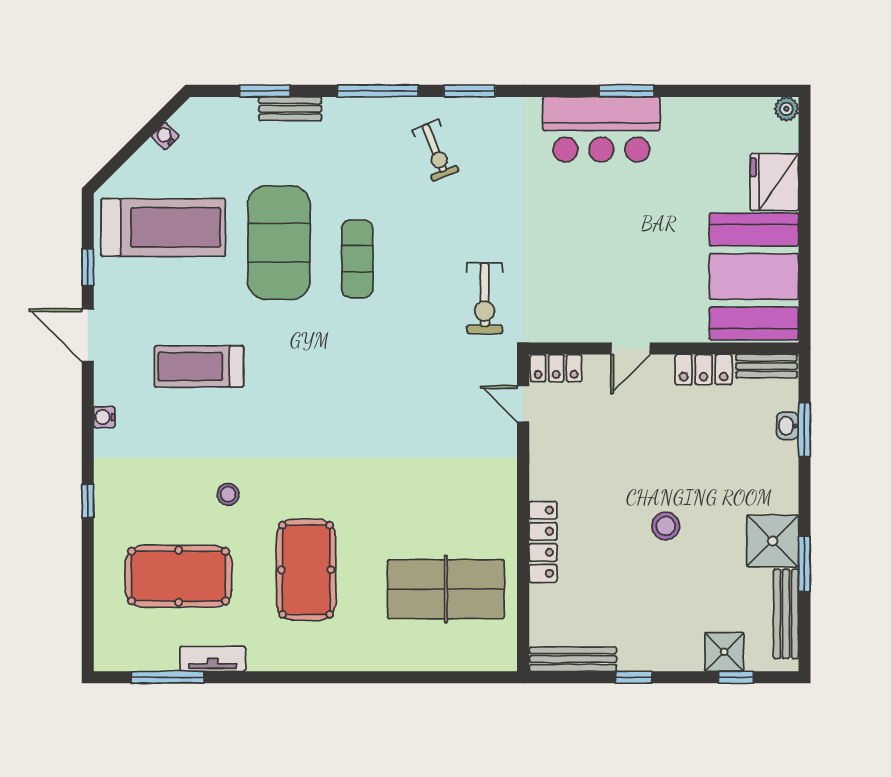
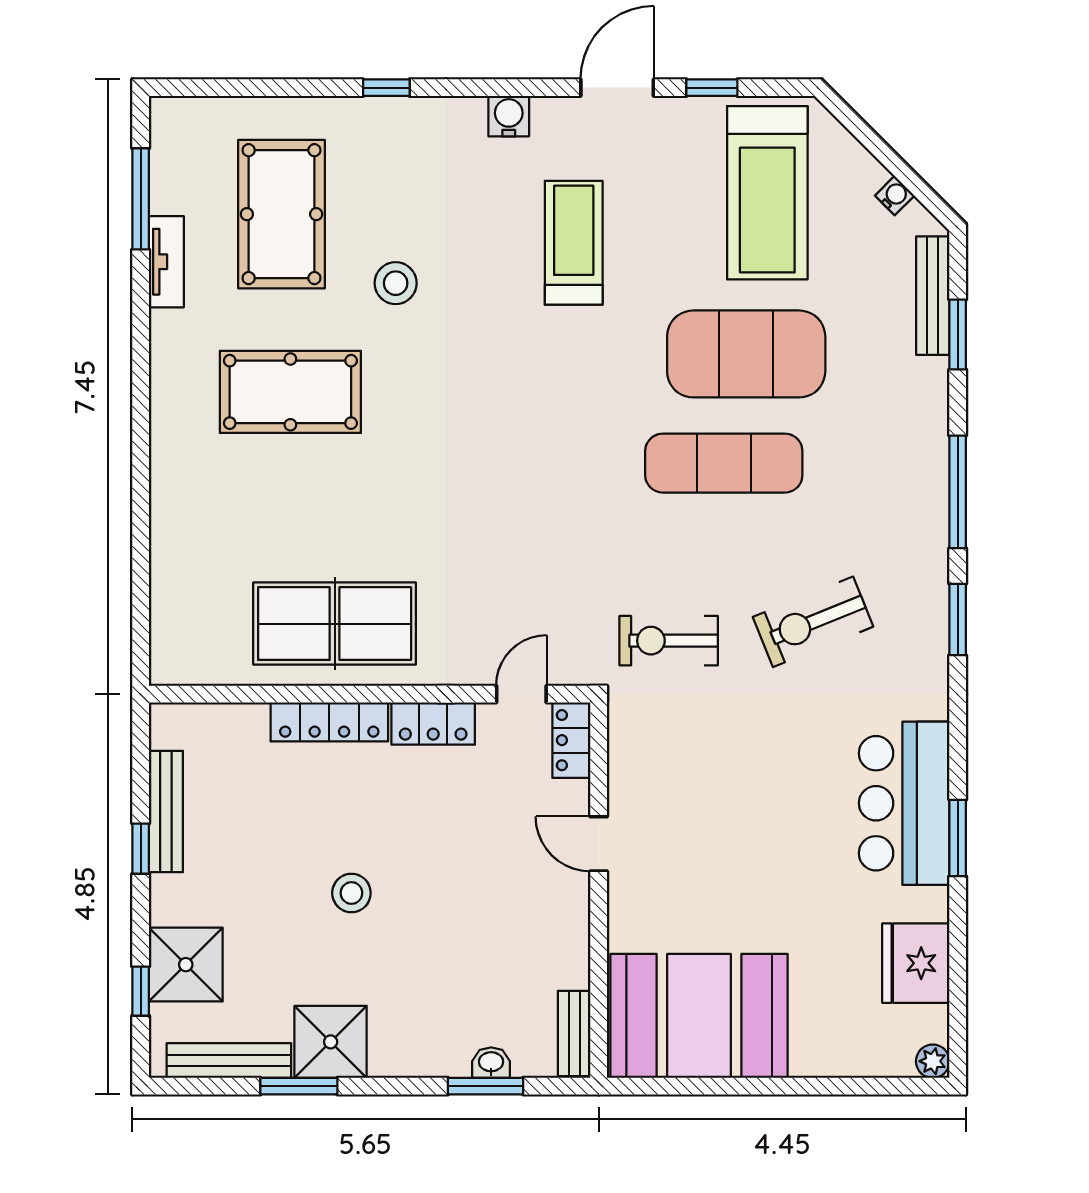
bench: (290, 109) -> (933, 296), moved, width x1.36
exercise bike: (435, 151) -> (813, 622), moved, width x1.38, depth x1.39
fridge: (774, 182) -> (916, 963), moved, turned -90
exercise mat: (357, 259) -> (724, 463), width x1.36, depth x1.45
locker: (704, 370) -> (433, 724), moved, turned -90
water cooler: (104, 417) -> (509, 116), width x1.38, depth x1.38
stool: (228, 494) -> (396, 283), width x1.37, depth x1.37
table tennis table: (446, 589) -> (335, 624), moved, turned 90
shower: (724, 652) -> (186, 965), width x1.36, depth x1.36
bench: (573, 659) -> (166, 812), moved

